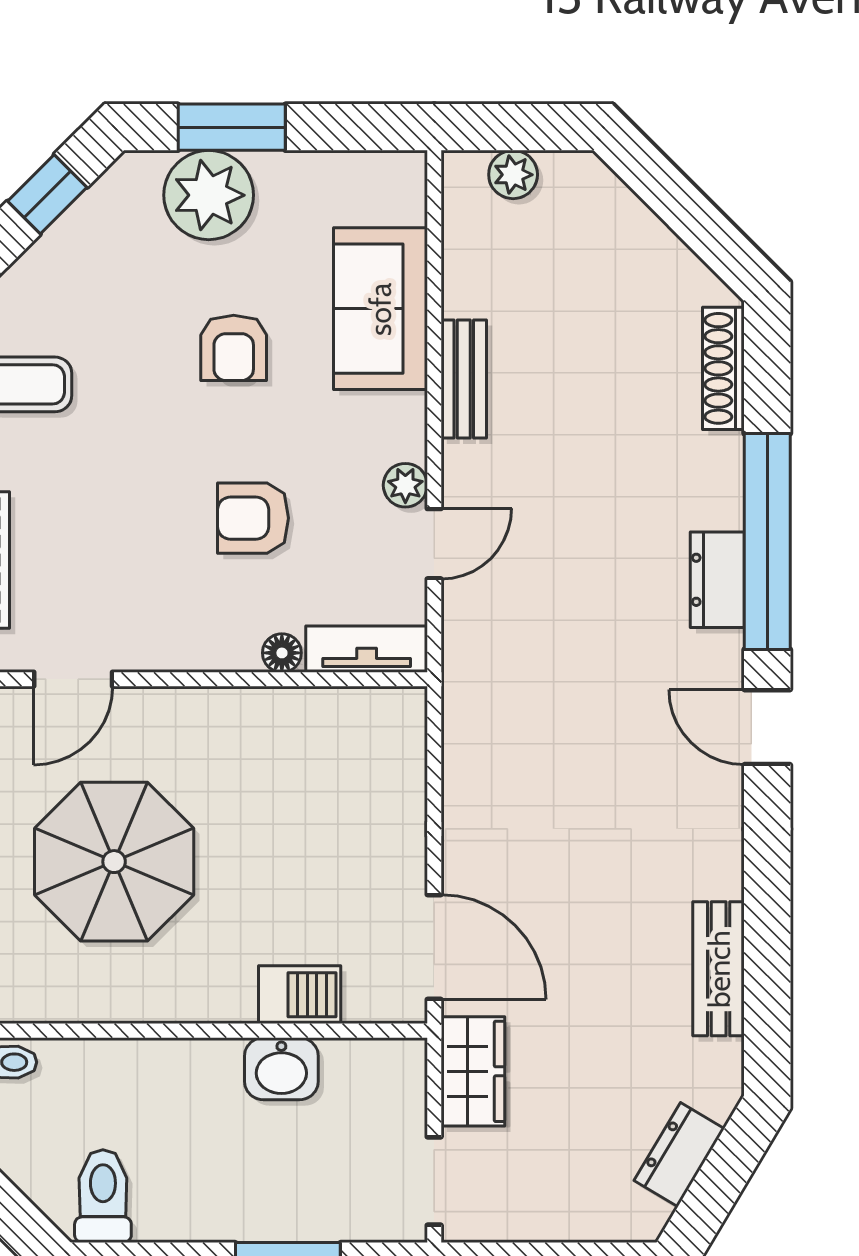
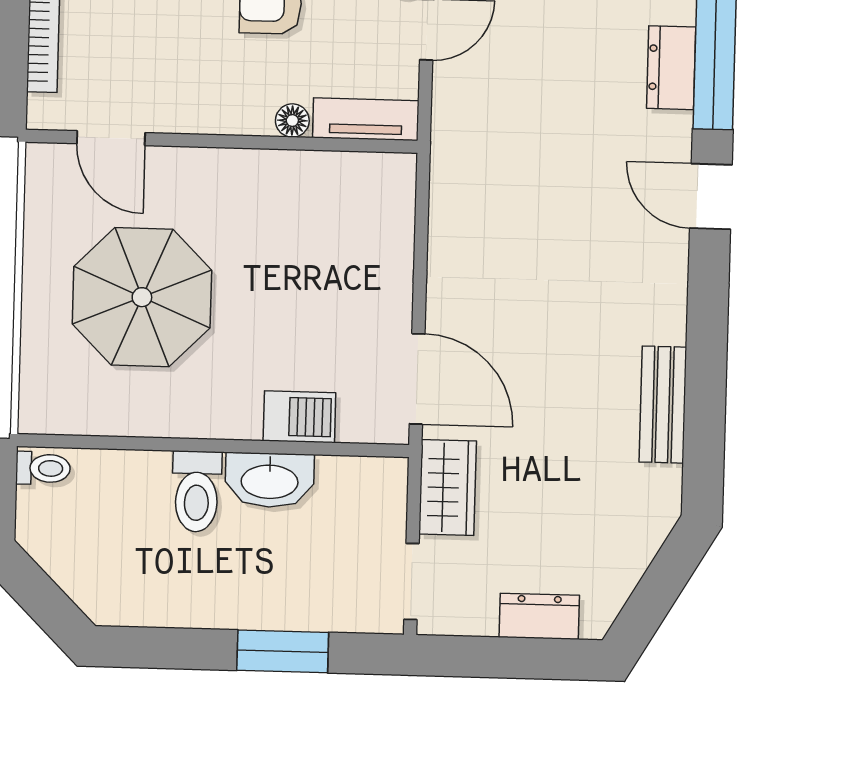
door: (73, 679) -> (111, 138), hinge flipped
washbasin: (281, 1069) -> (270, 480), width x1.38
dresser: (679, 1155) -> (539, 616), moved, turned 59
toilet: (103, 1196) -> (197, 491), moved, turned 180

